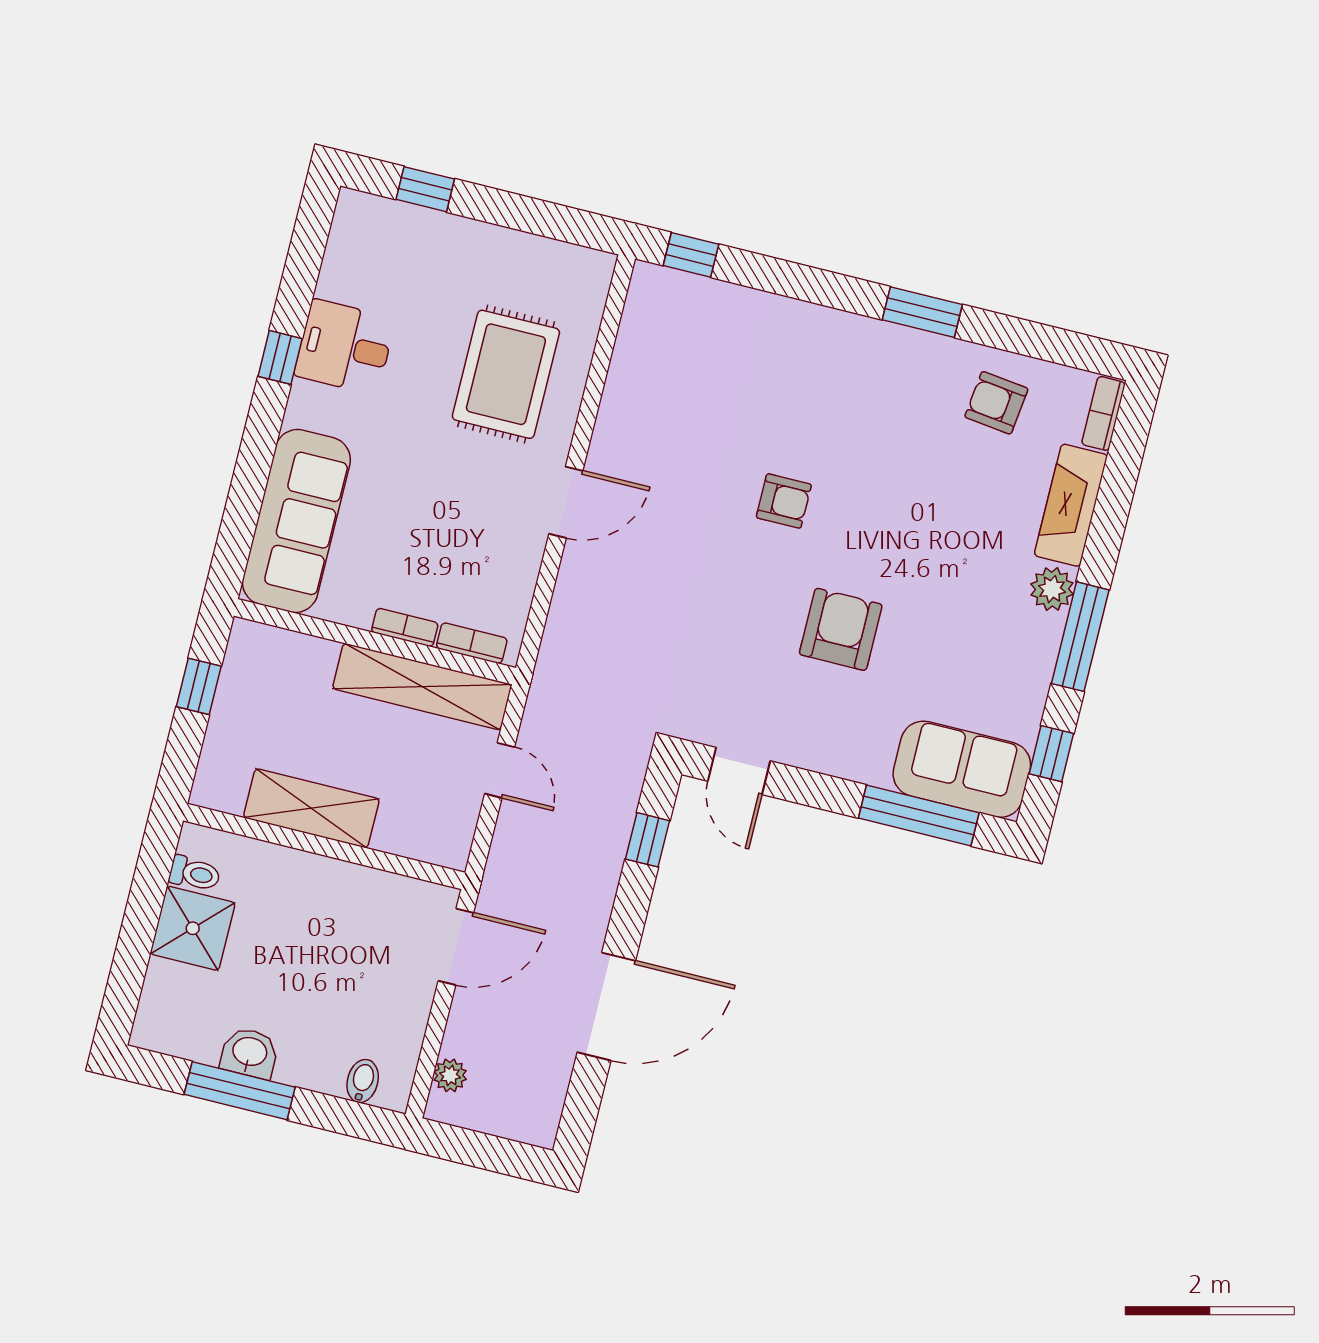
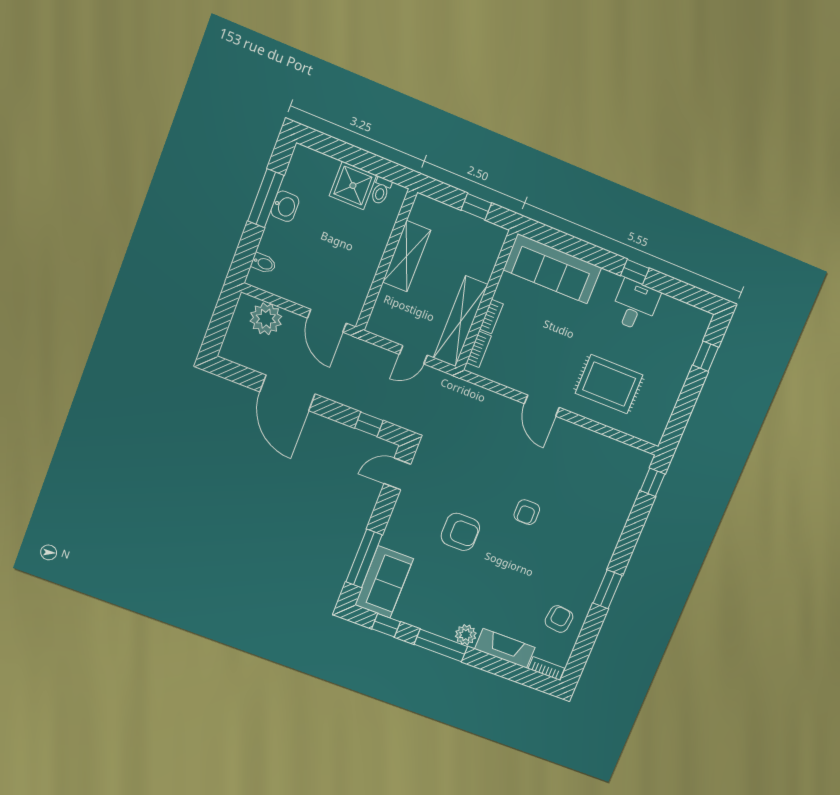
plant: (450, 1075) -> (266, 319), width x1.87, depth x1.87

